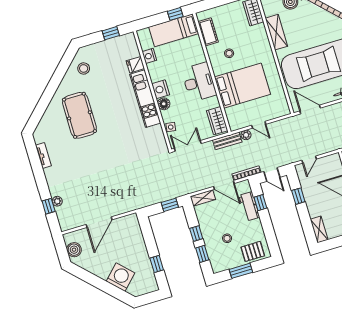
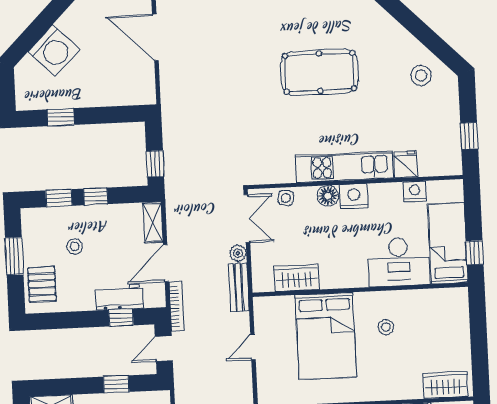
cot: (208, 32) -> (431, 301), removed
desk: (199, 82) -> (399, 262), moved
pool table: (79, 115) -> (320, 72), moved
wardrobe: (217, 121) -> (296, 278), moved
plant: (246, 135) -> (238, 253), moved

